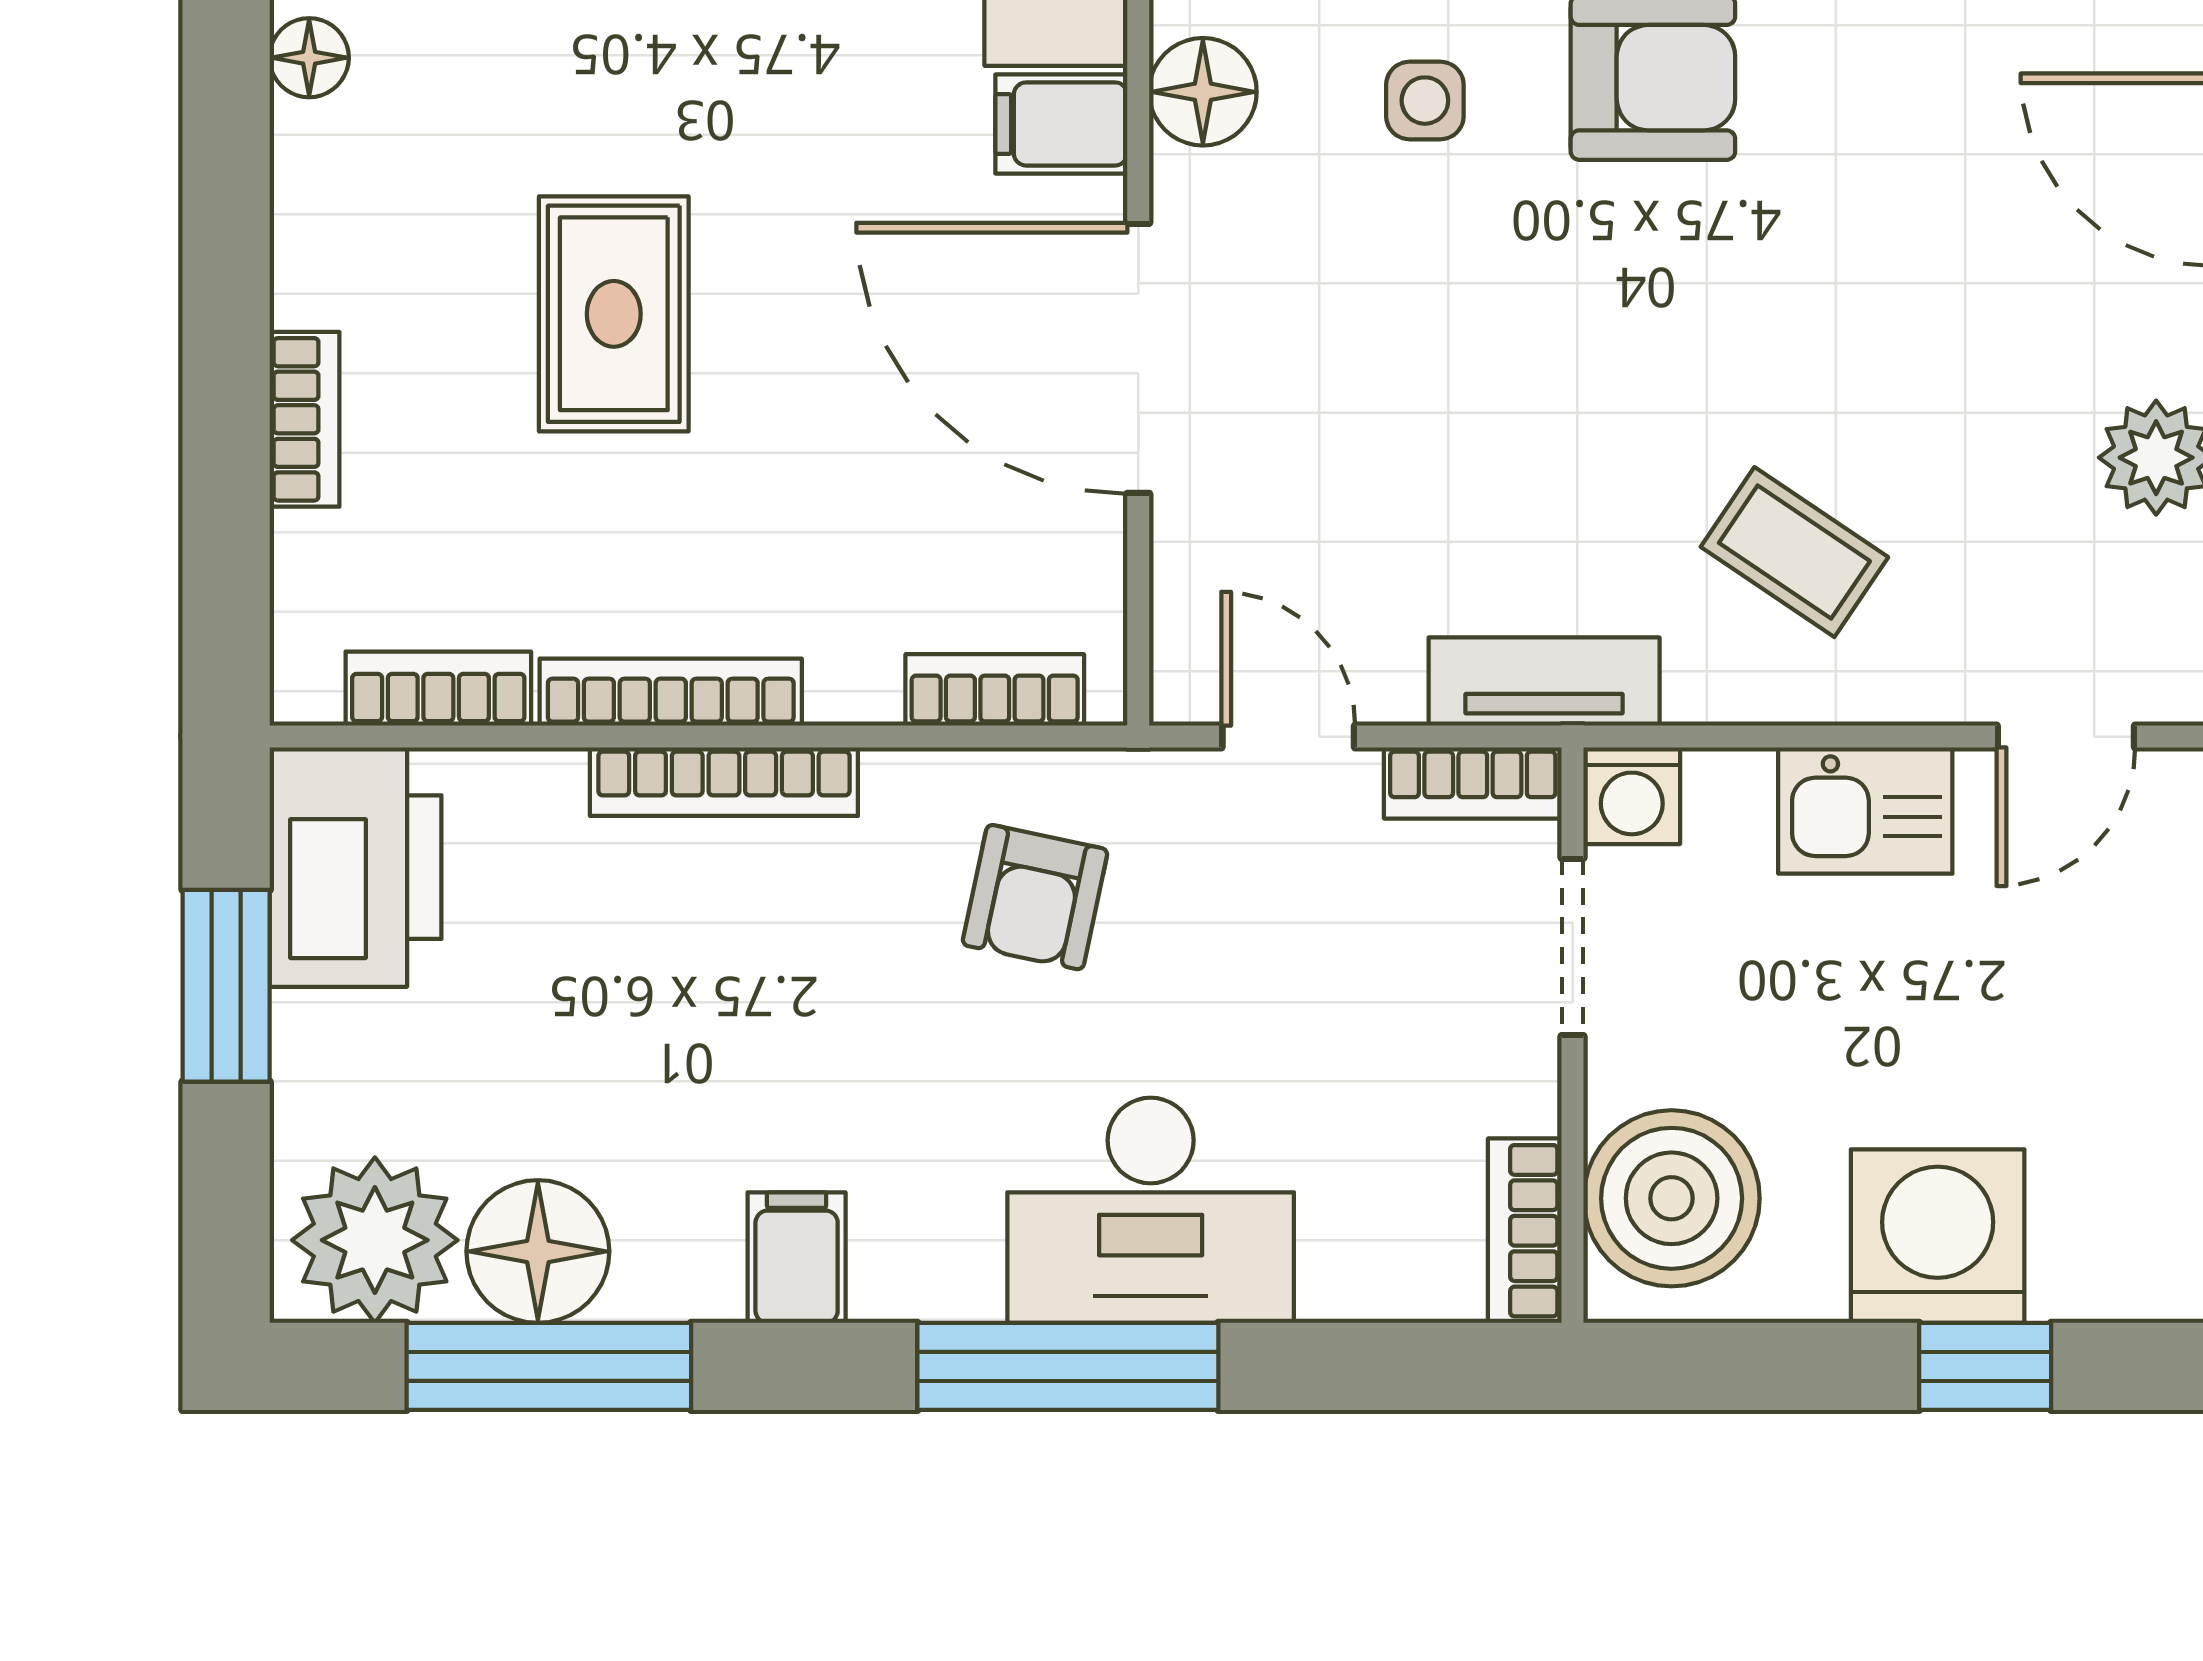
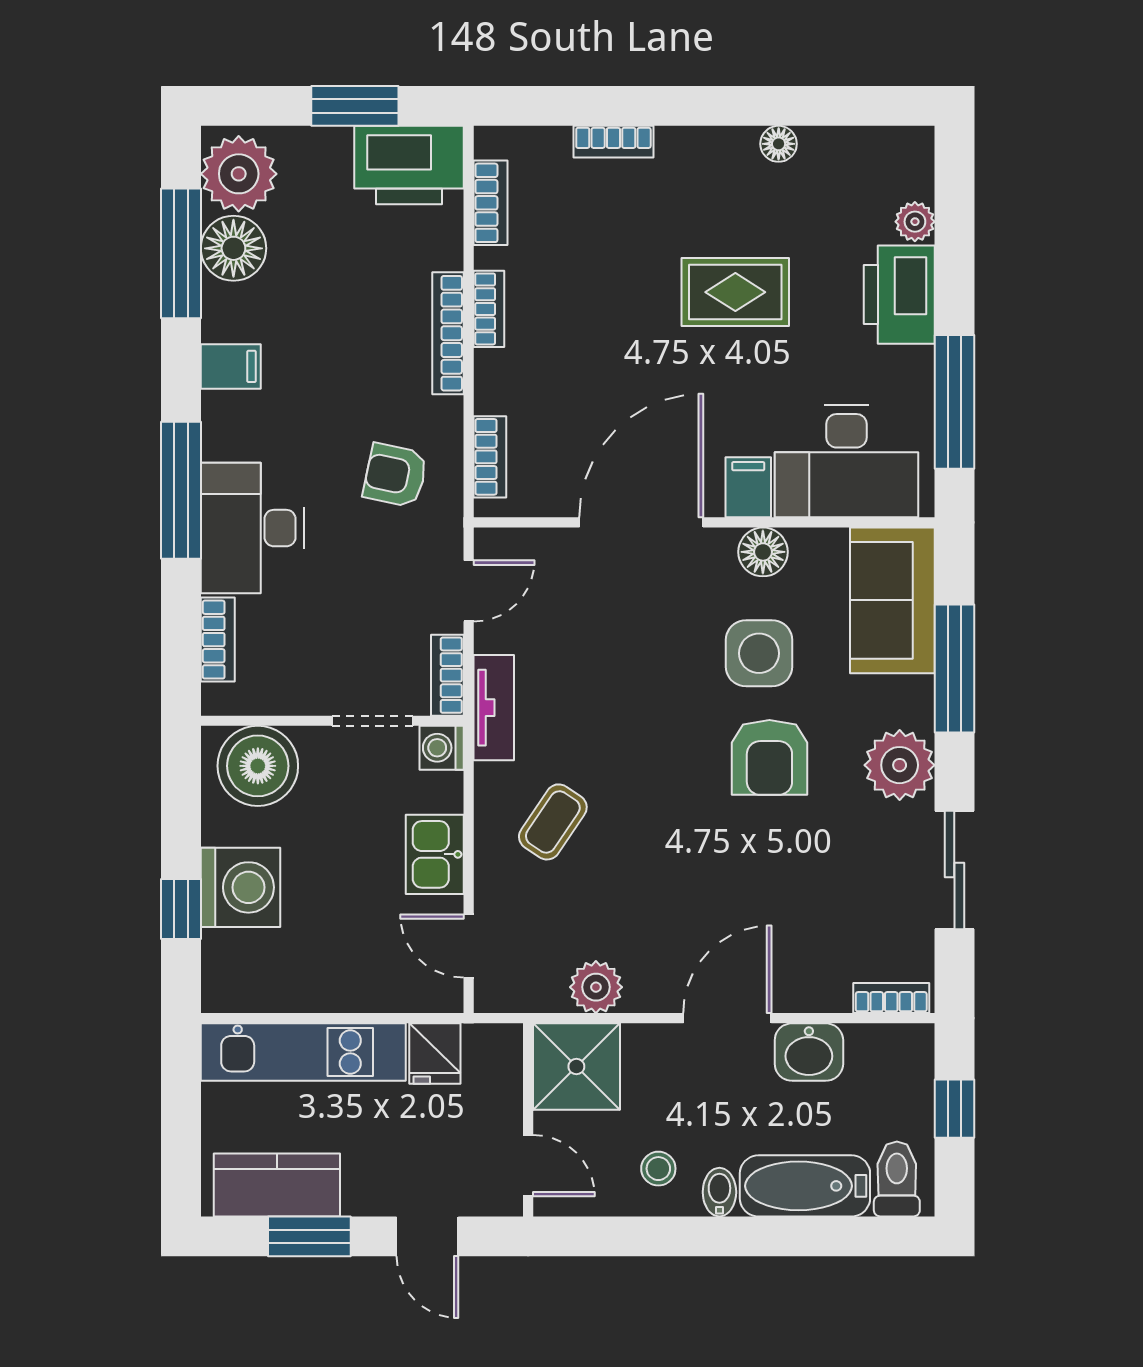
side table: (1425, 101) -> (759, 653), width x1.87, depth x1.87
rug: (614, 314) -> (735, 292), moved
bookcase: (671, 692) -> (489, 309), width x0.64
bookcase: (1525, 1231) -> (218, 640), moved, turned 90

